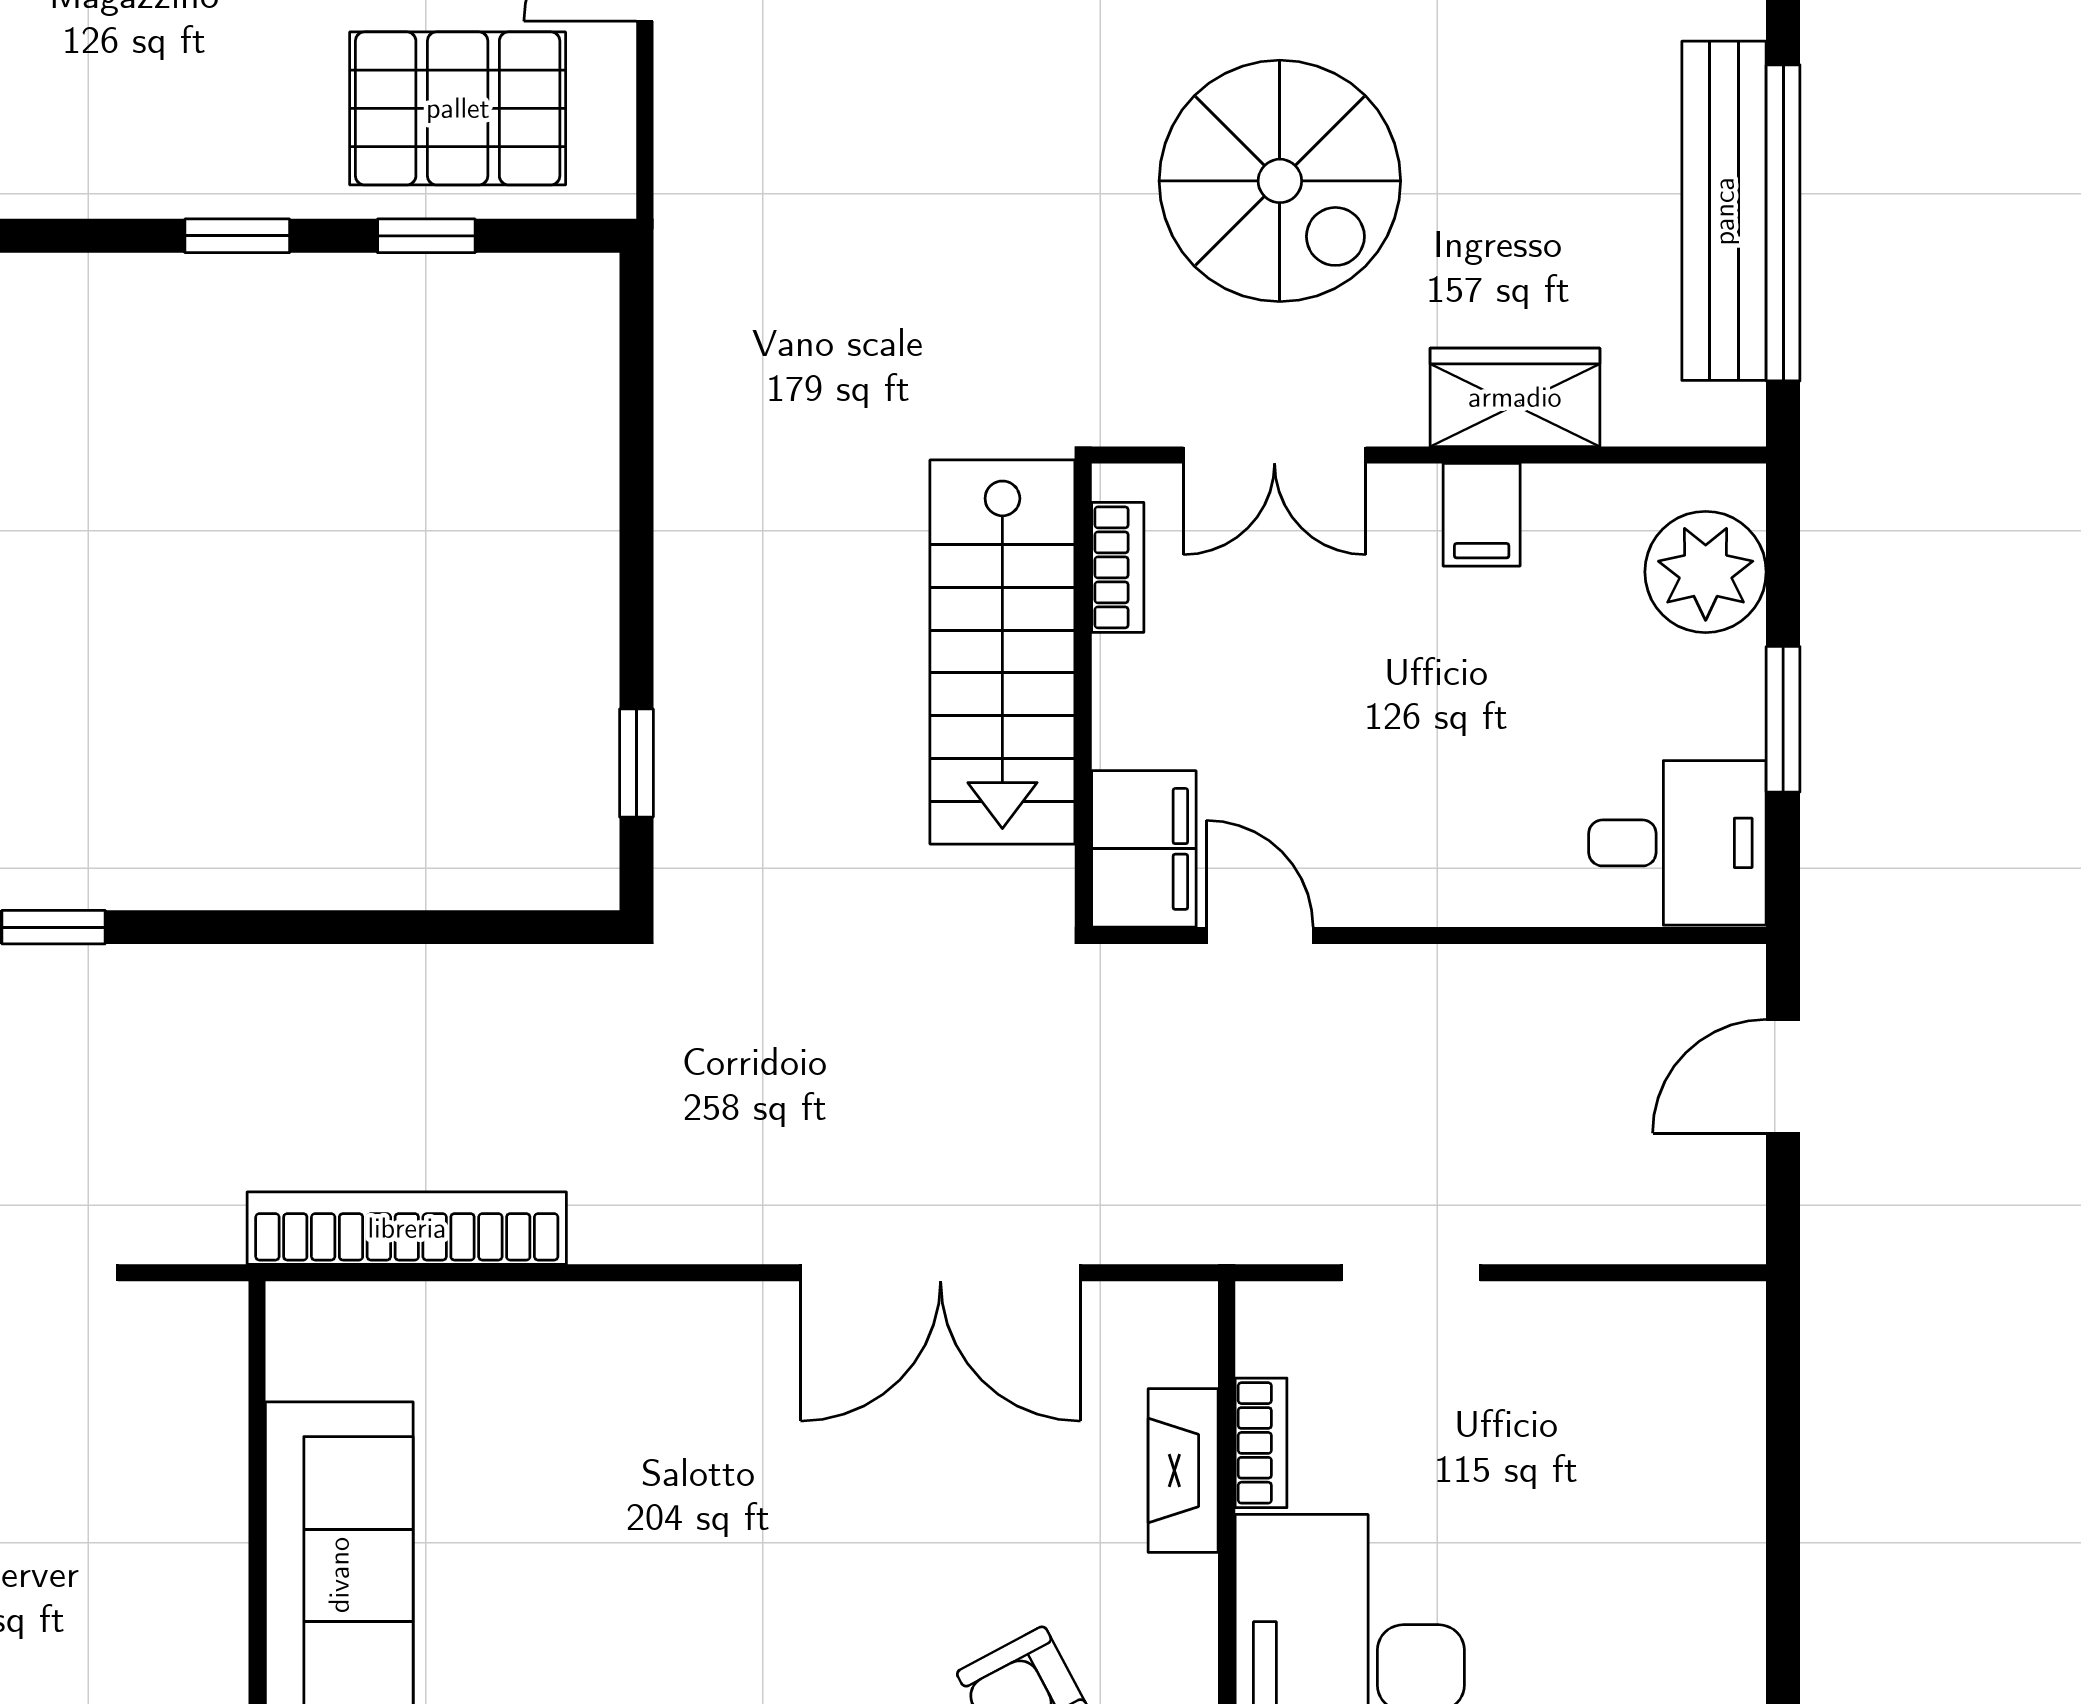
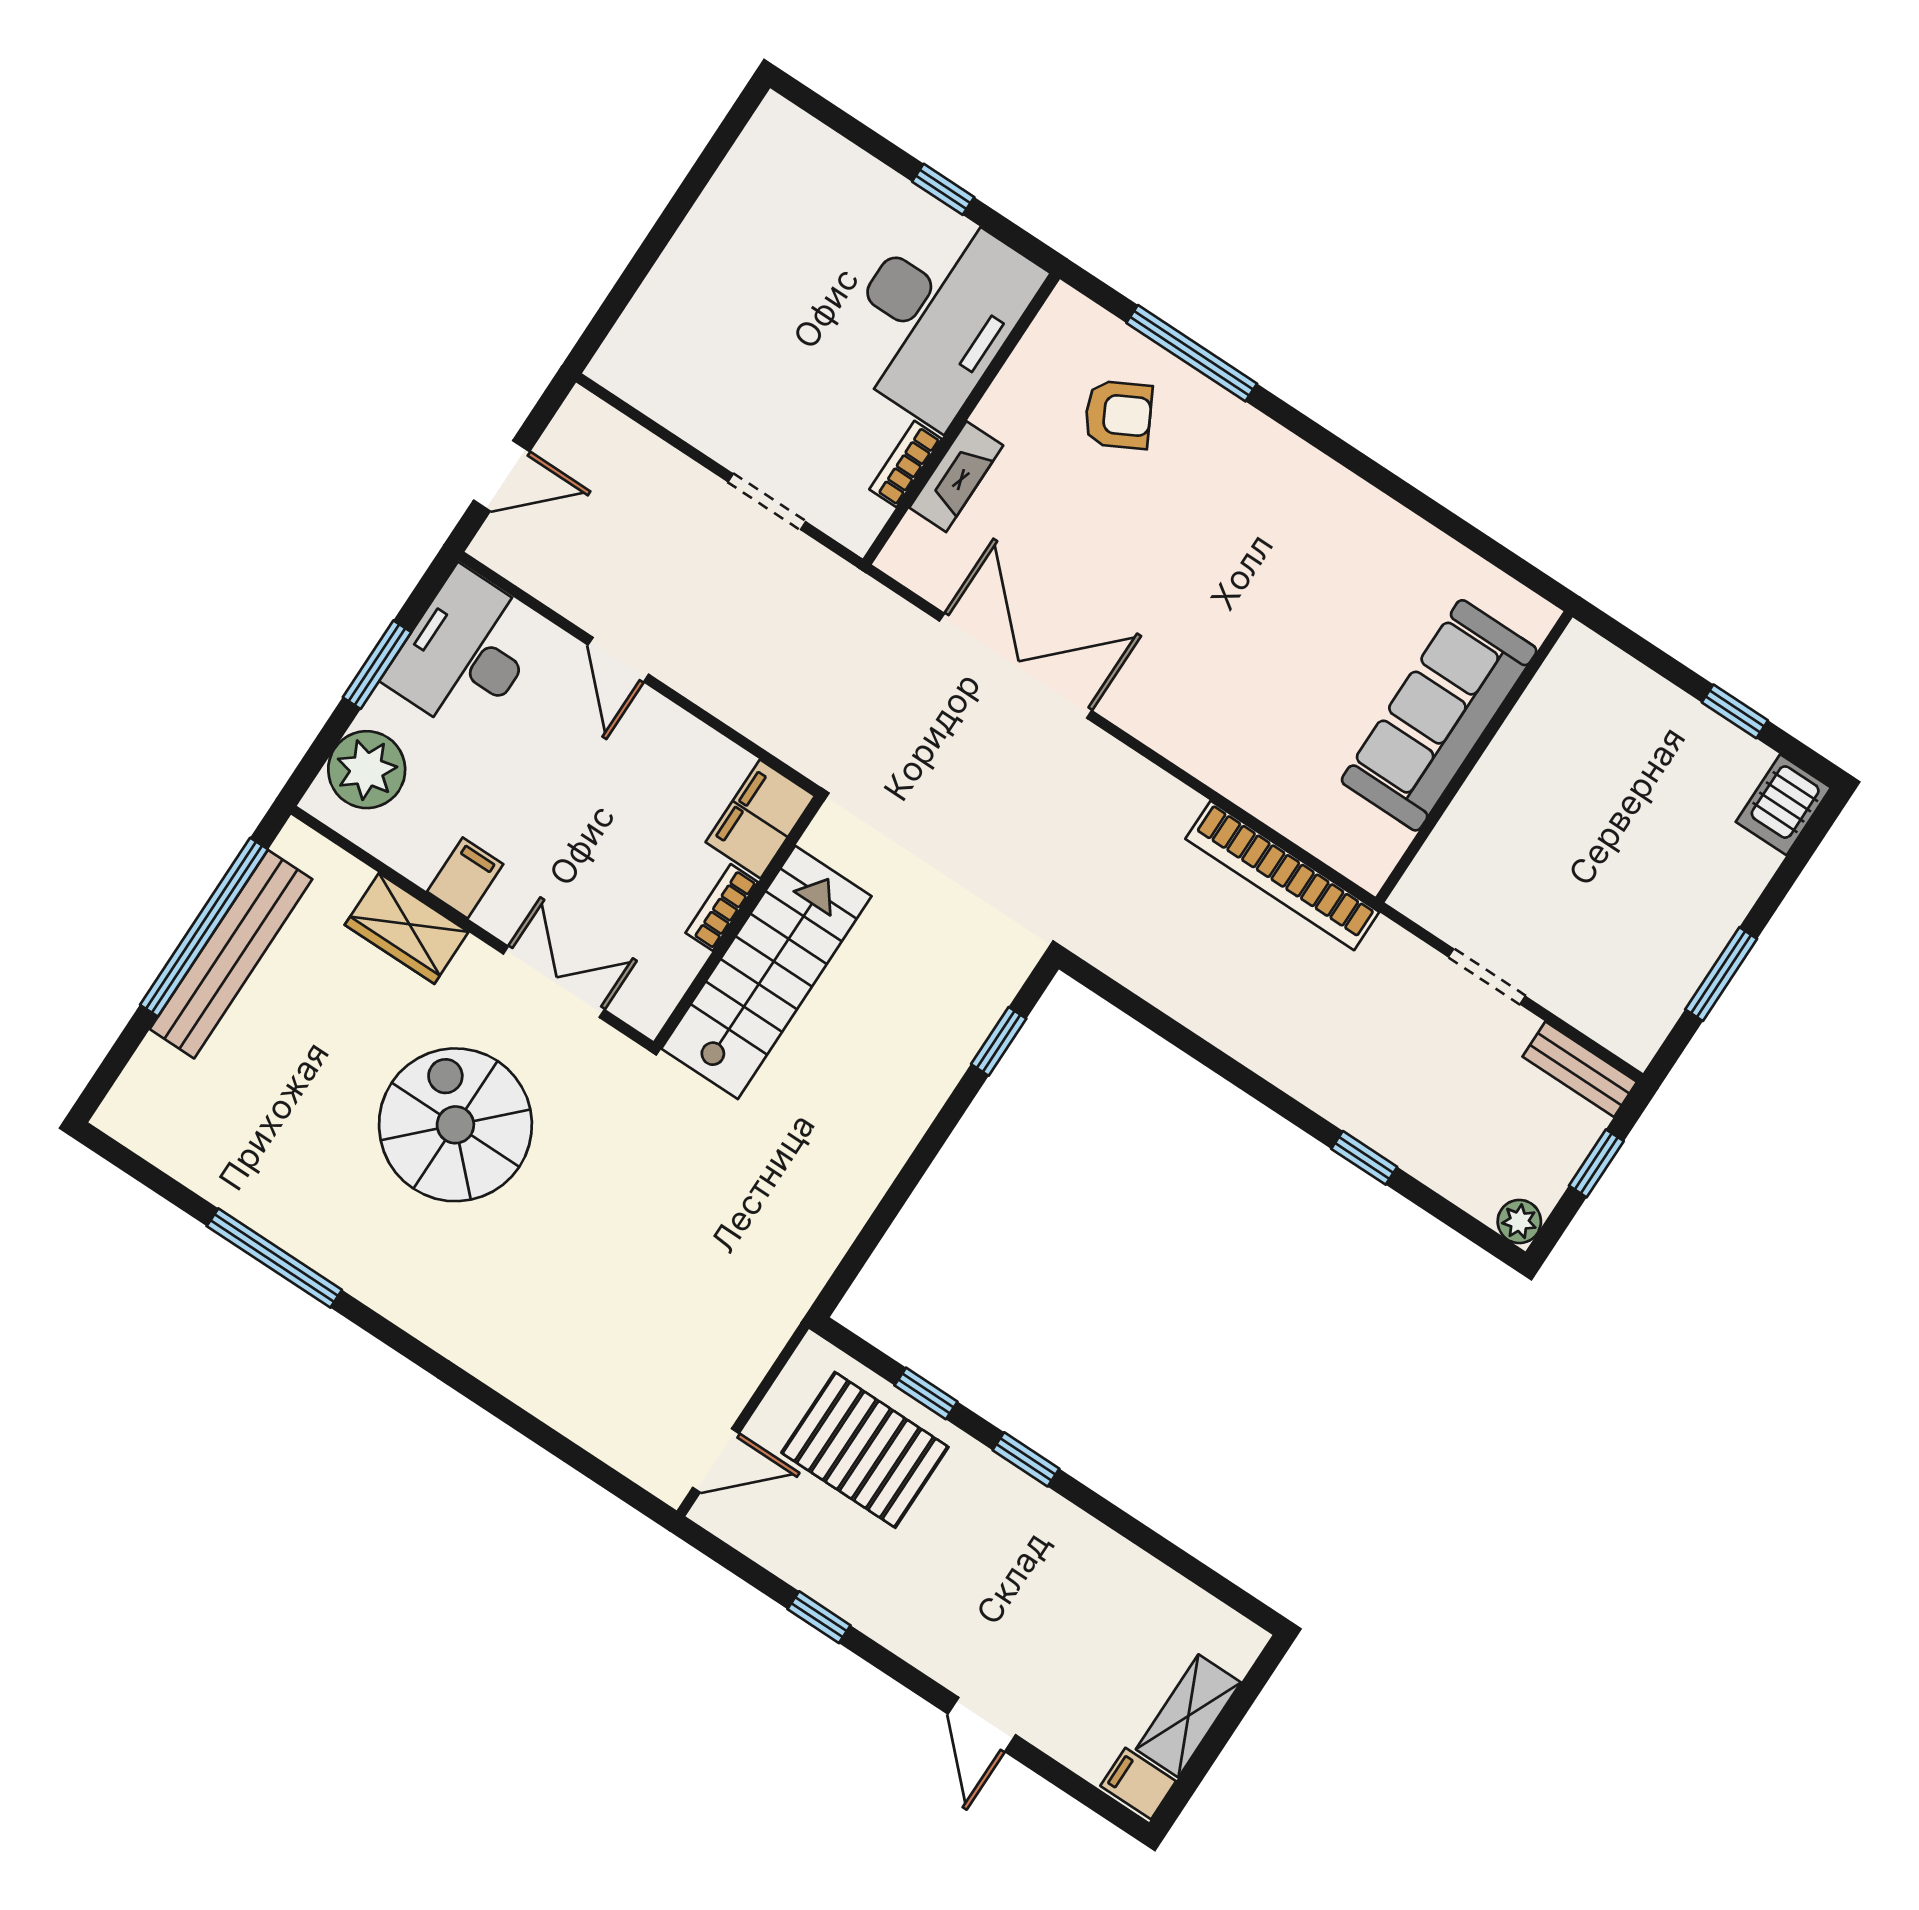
bookcase: (1118, 567) -> (722, 907), moved
desk: (1677, 843) -> (465, 652), width x1.37
door: (1260, 936) -> (618, 660), moved

